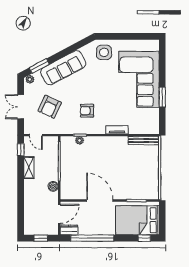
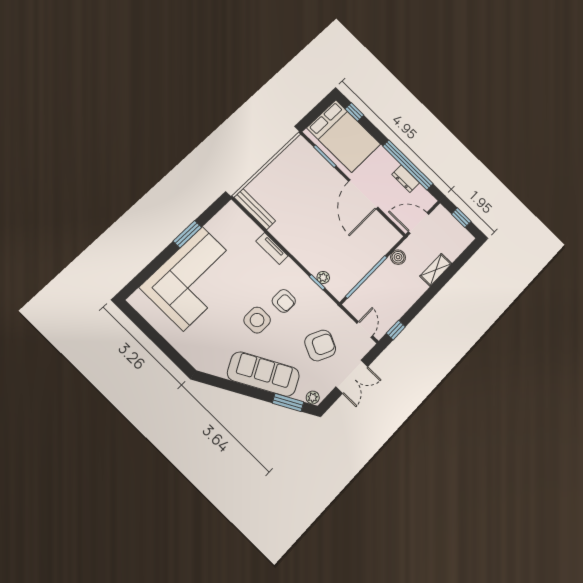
side table: (104, 52) -> (257, 320), moved
shelving: (29, 168) -> (436, 270), moved
dresser: (69, 230) -> (406, 179), moved

